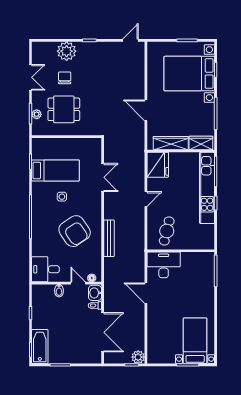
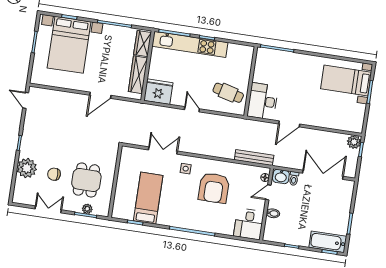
side table: (62, 197) -> (186, 169), moved
armchair: (75, 231) -> (214, 188), turned 124
bench: (109, 238) -> (254, 158), moved

